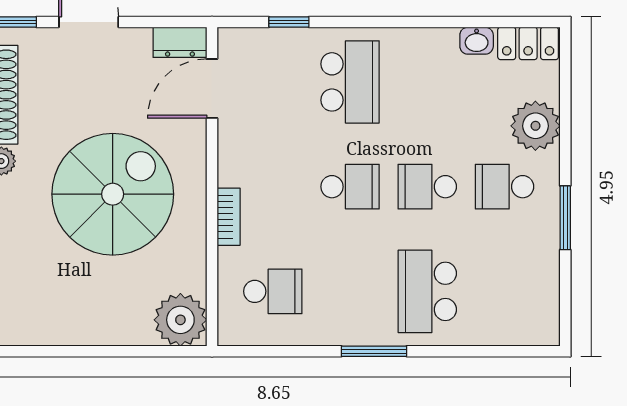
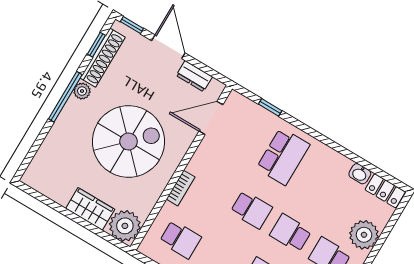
dresser: (180, 42) -> (194, 76), moved
wardrobe: (115, 325) -> (90, 209), added

